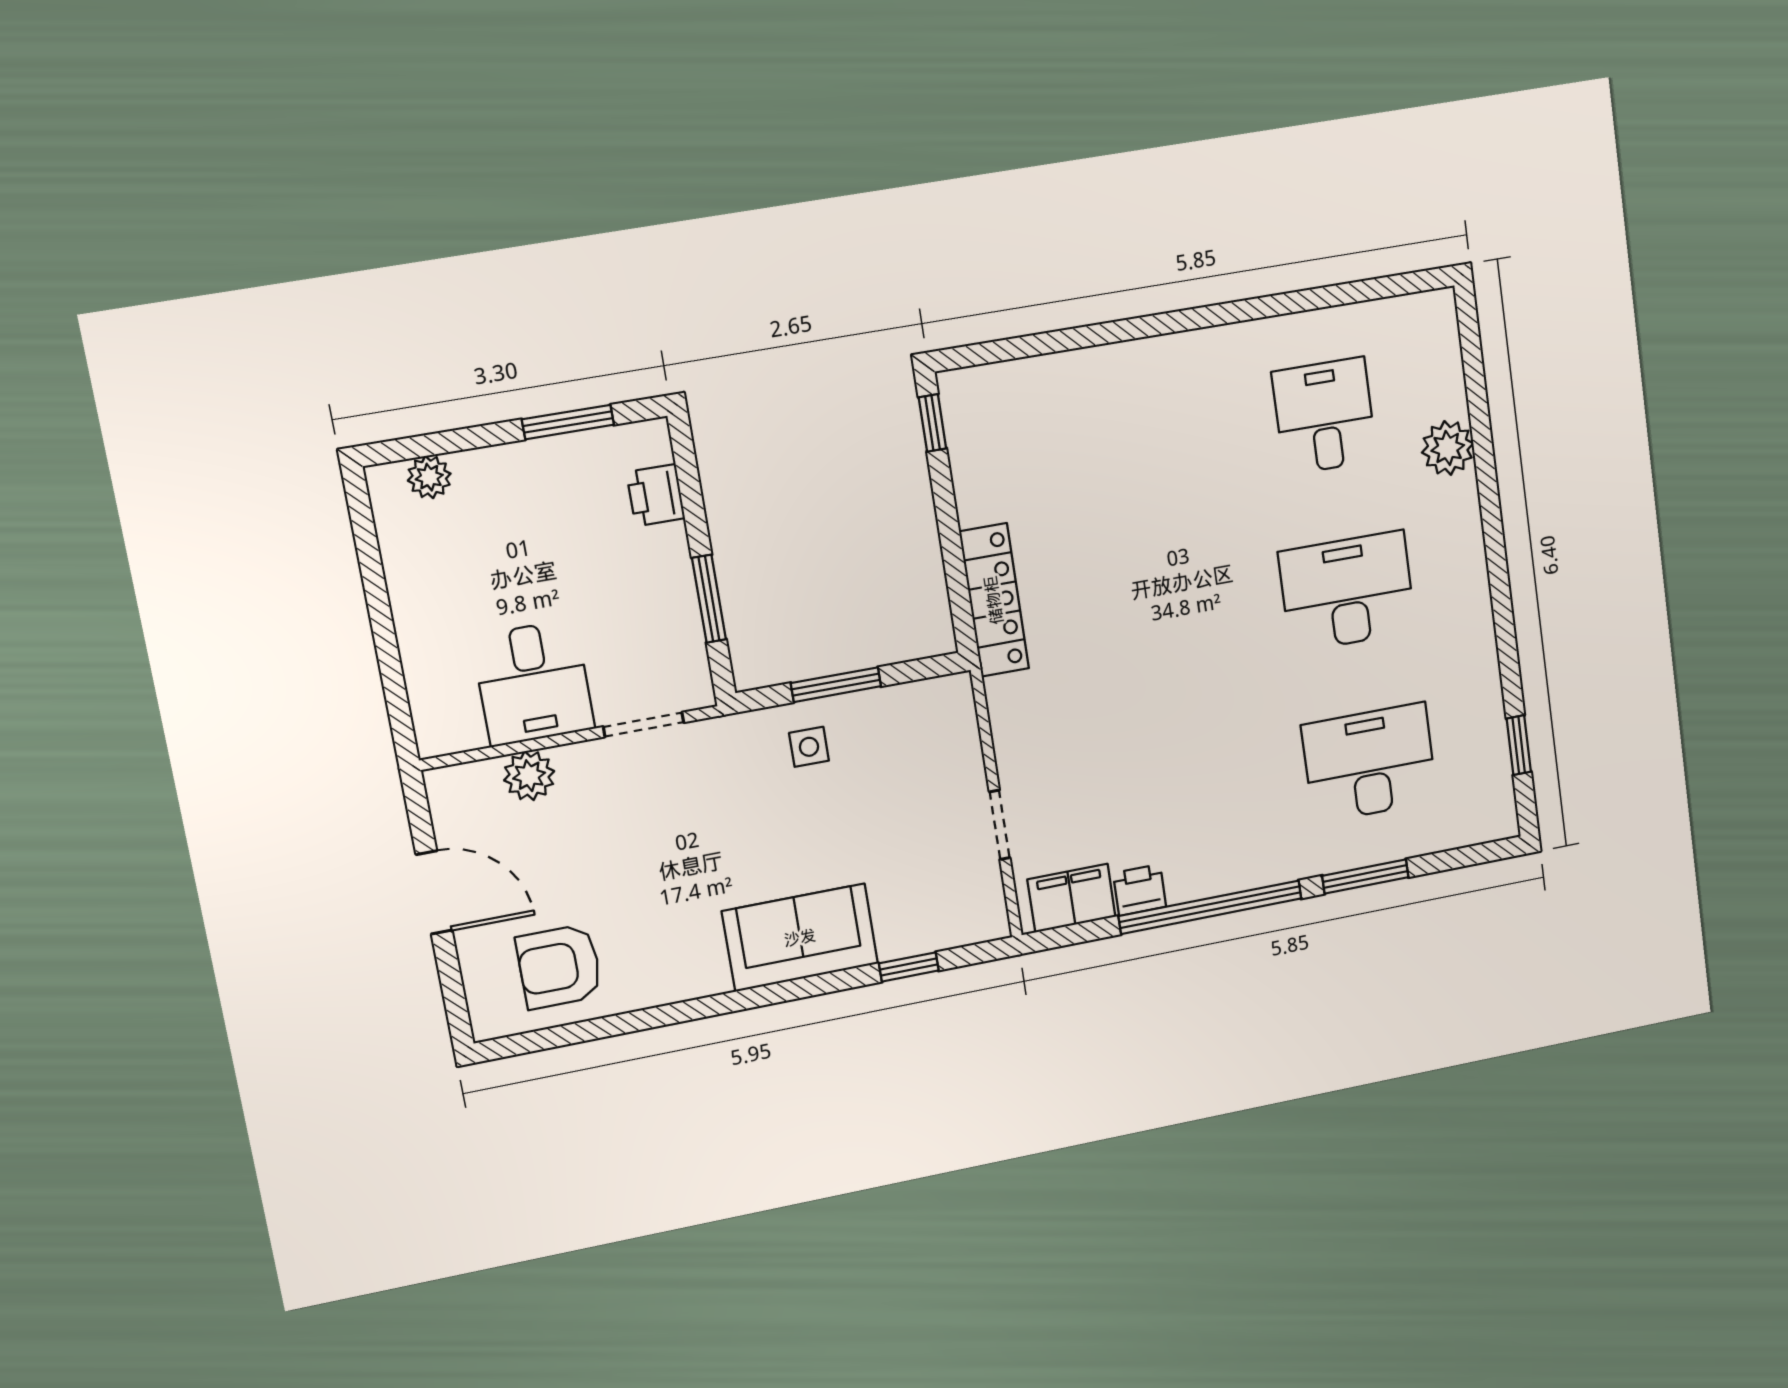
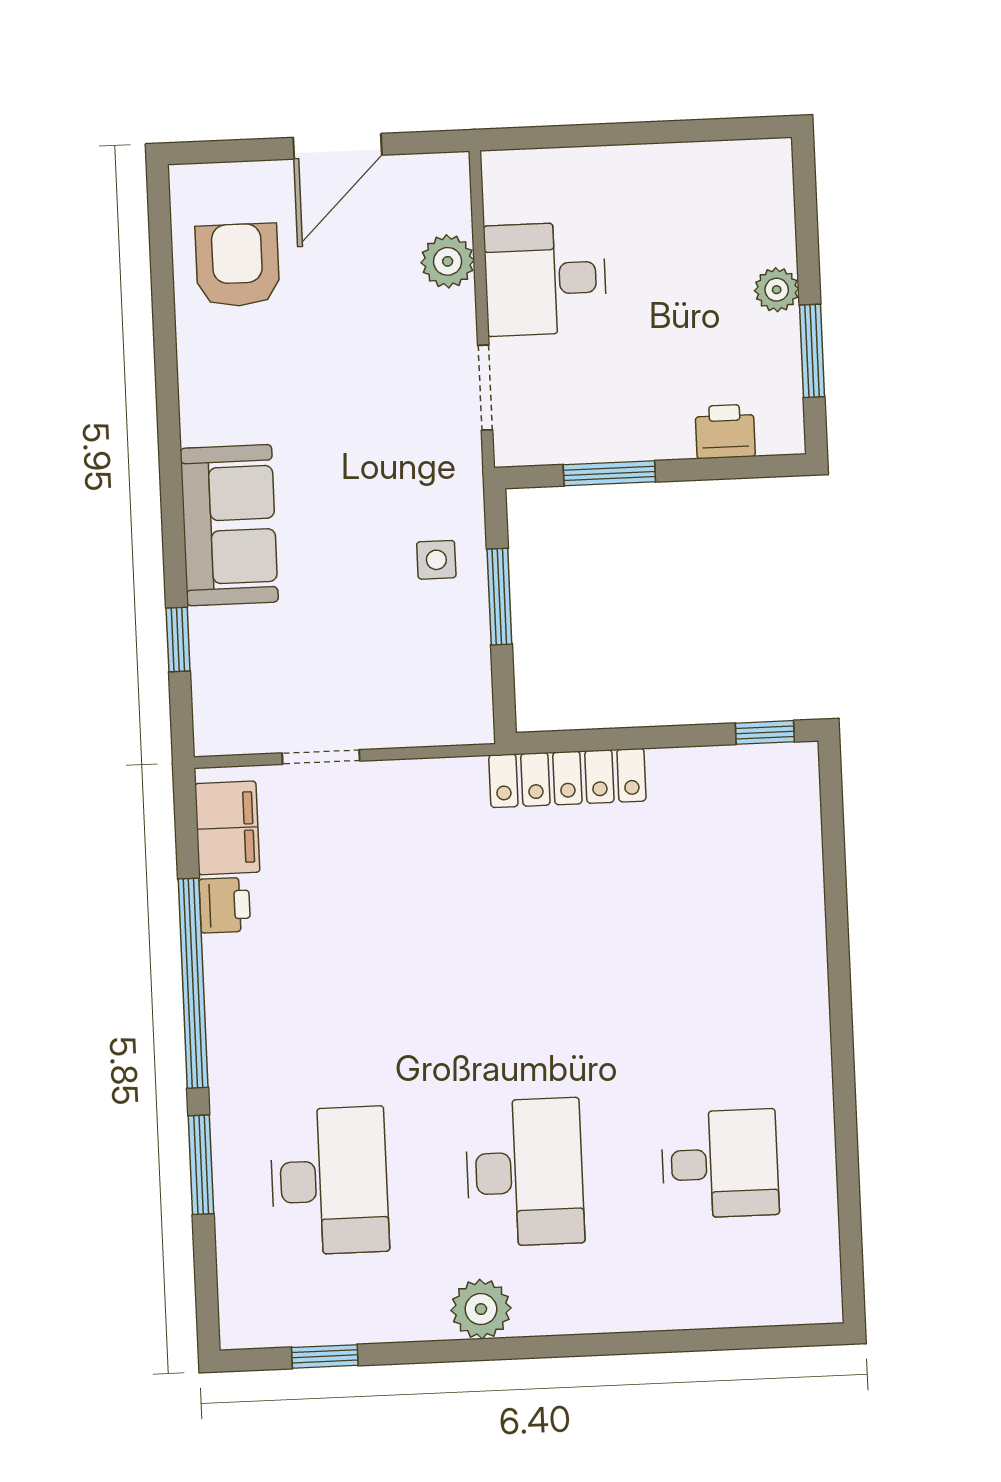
plant: (1448, 448) -> (481, 1309), moved
plant: (429, 477) -> (777, 290), moved

